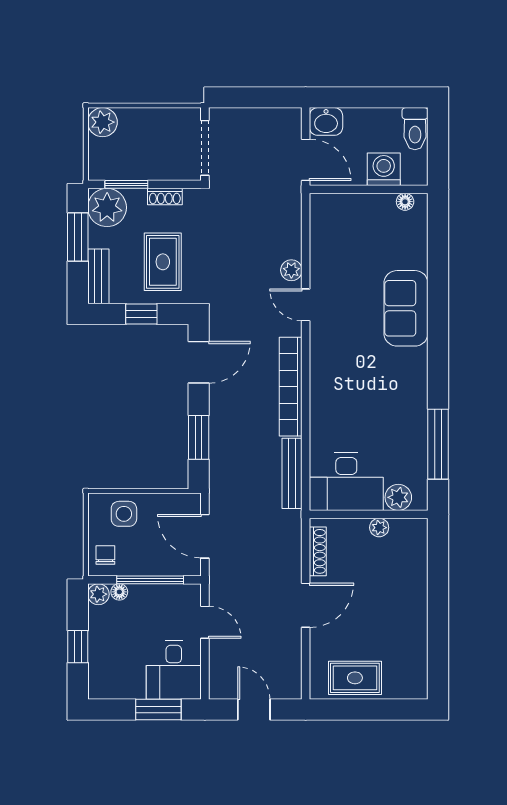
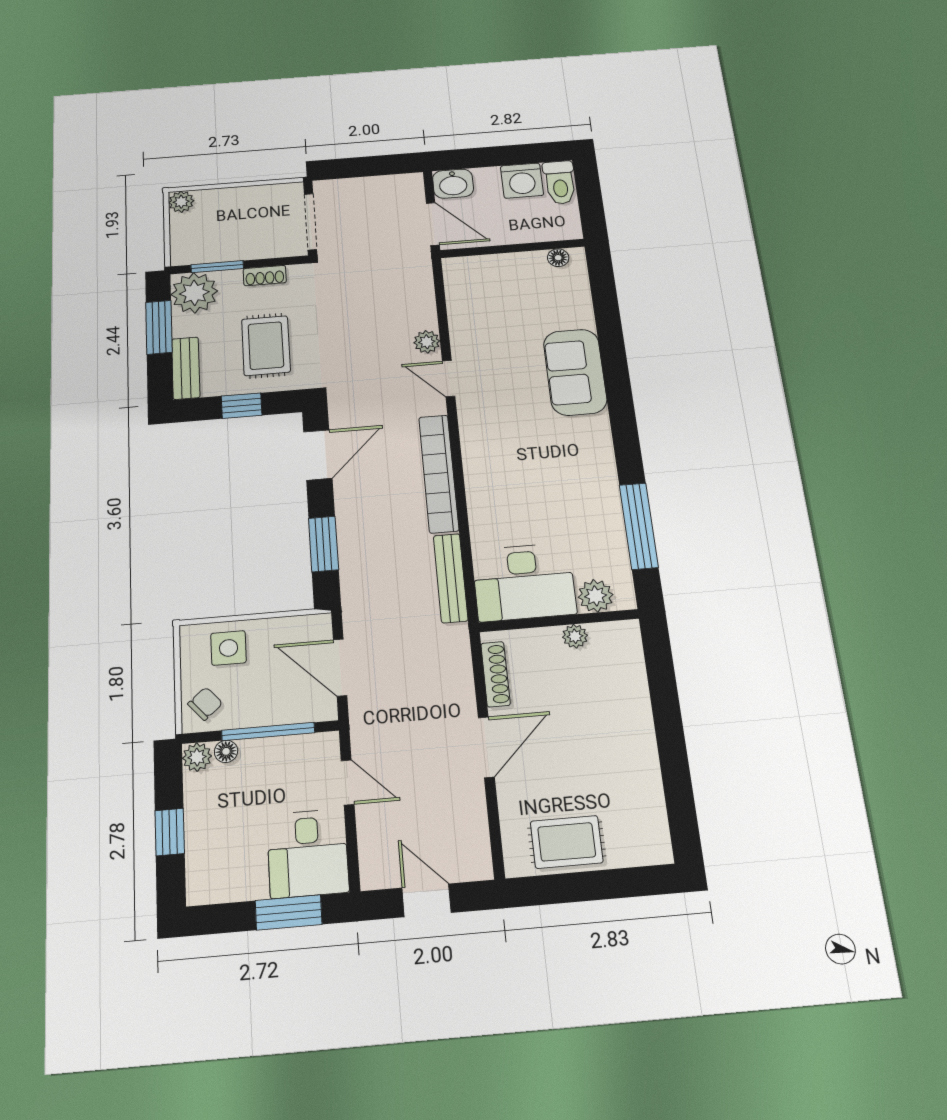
plant: (102, 122) -> (181, 202), width x0.73, depth x0.73
washing machine: (384, 169) -> (522, 181), moved, turned 180
chair: (105, 555) -> (205, 704), turned 49

